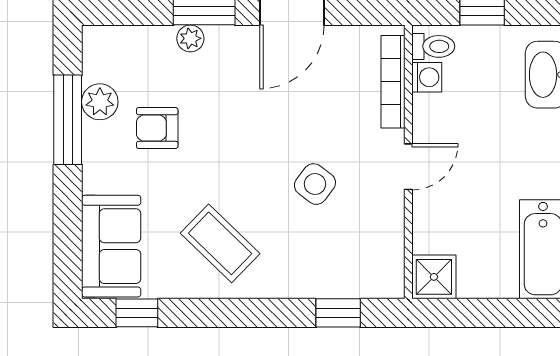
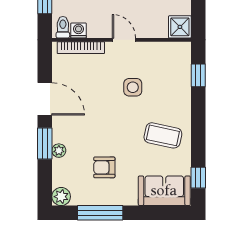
plant: (100, 102) -> (61, 197), moved
armchair: (157, 128) -> (104, 167), turned 90
side table: (315, 184) -> (133, 87), turned -37
coffee table: (220, 243) -> (163, 135), turned 58

